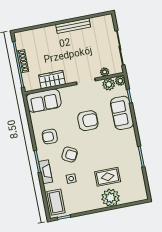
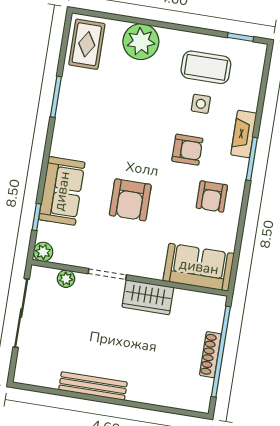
wardrobe: (52, 80) -> (148, 297), moved
plant: (109, 84) -> (67, 253), removed
armchair: (88, 121) -> (130, 200), turned -90
armchair: (50, 136) -> (212, 197), turned 90
armchair: (70, 154) -> (187, 150), turned 152
rug: (108, 177) -> (87, 44), moved, turned 90
coffee table: (56, 202) -> (206, 67), moved, turned 90

